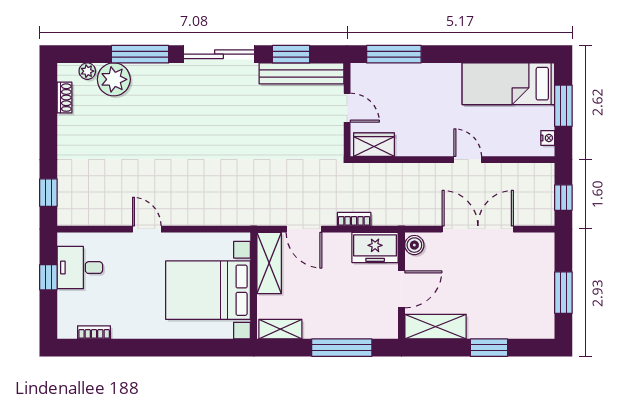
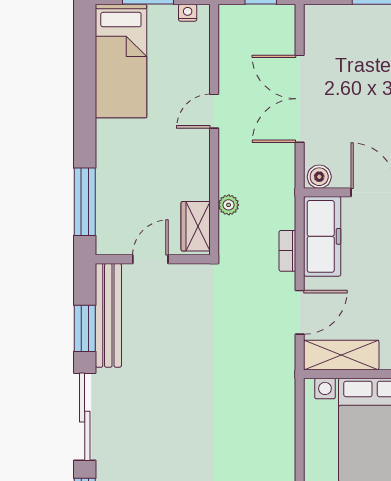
plant: (391, 171) -> (229, 205), added
freezer: (375, 247) -> (322, 236), width x1.40

